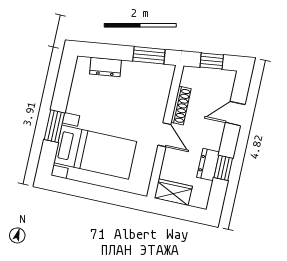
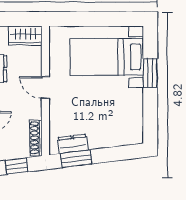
dresser: (105, 67) -> (73, 144), moved
shoe rack: (181, 106) -> (36, 138), moved

